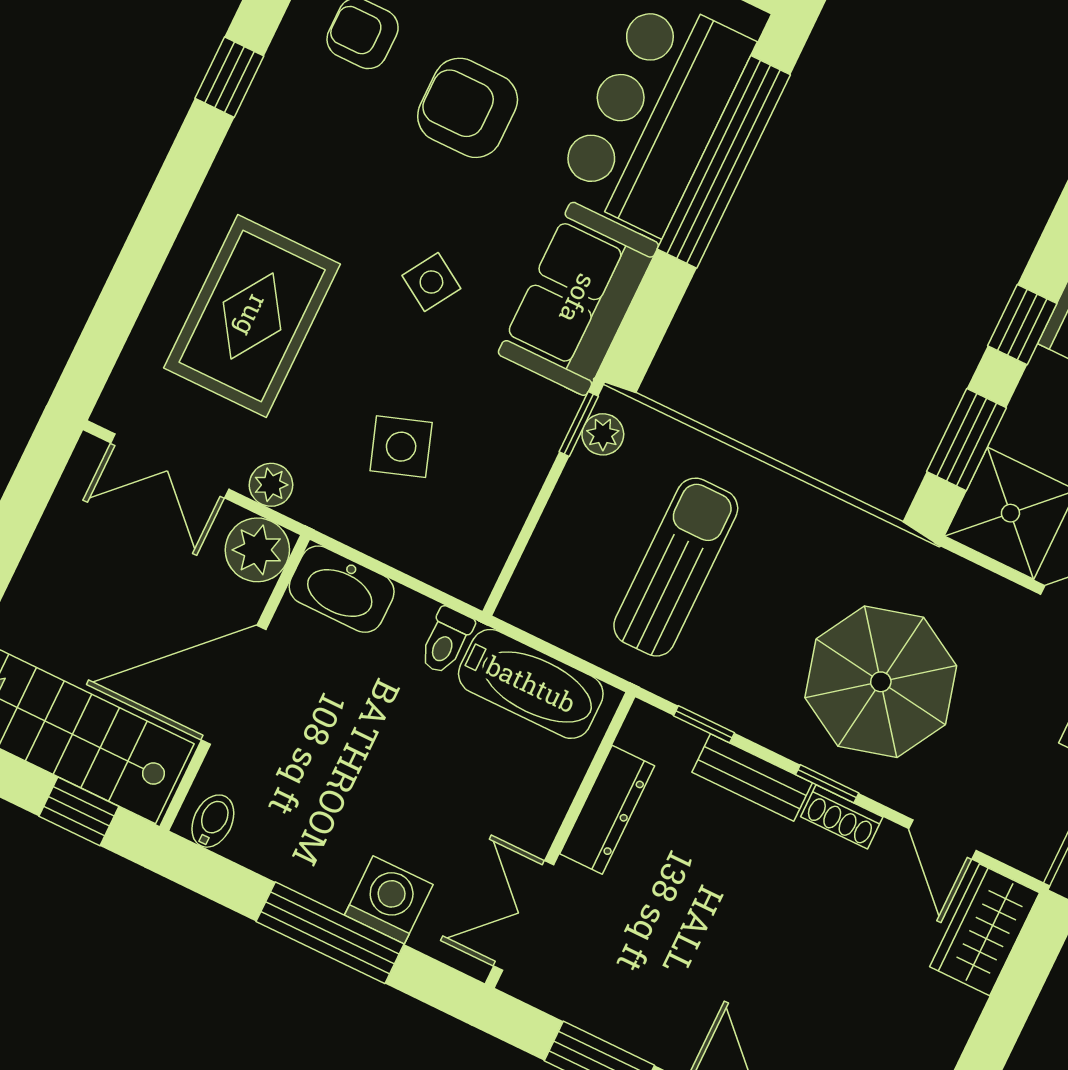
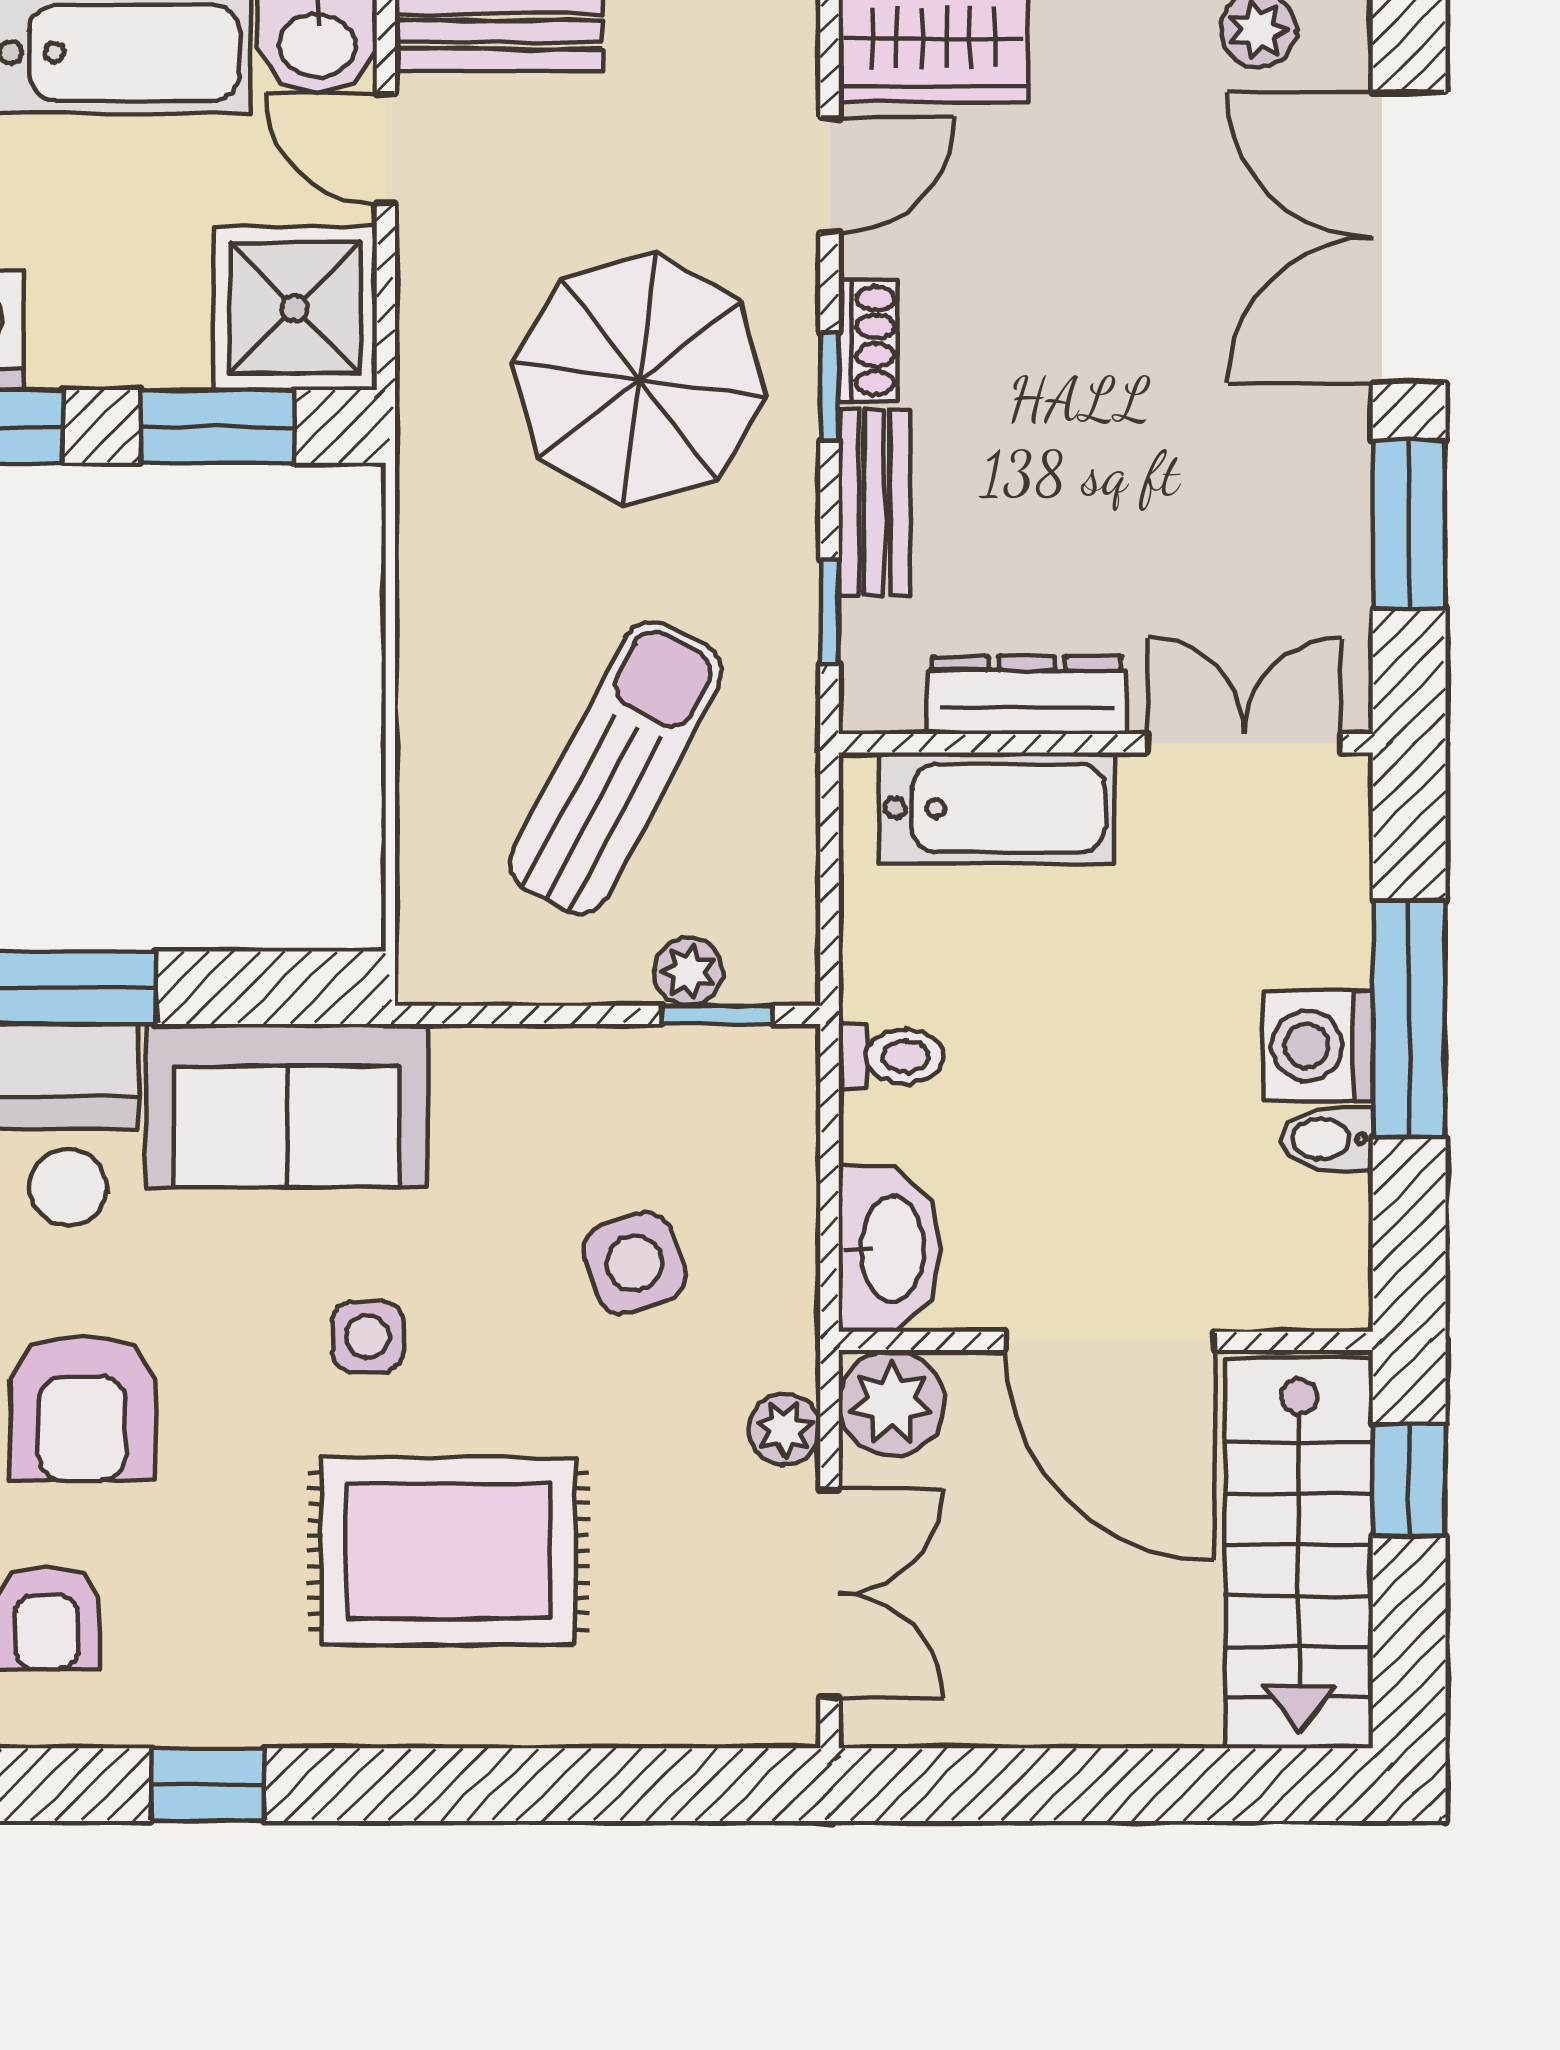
side table: (431, 282) -> (367, 1336), turned -32
rug: (252, 316) -> (448, 1551), moved
window: (579, 424) -> (717, 1015), moved
plant: (603, 434) -> (688, 972), moved
sun lounger: (676, 567) -> (616, 768), turned 118
bathtub: (531, 684) -> (997, 808), moved, turned 90
bidet: (213, 821) -> (1327, 1139), moved
washing machine: (389, 900) -> (1318, 1046), moved
double door: (524, 915) -> (1244, 743), swing flipped

